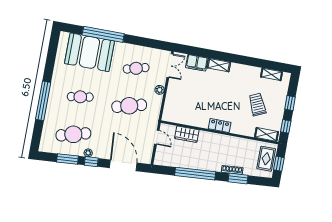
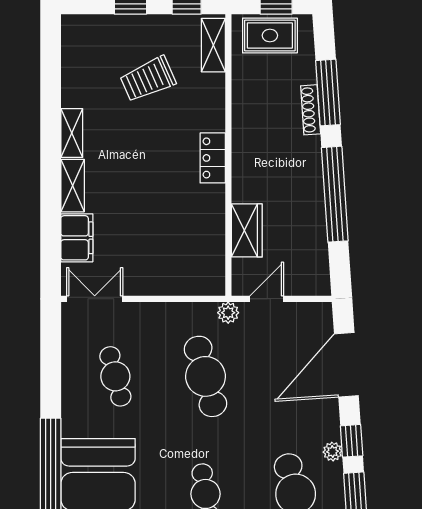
shelving: (272, 74) -> (72, 133), moved
plant: (160, 90) -> (228, 313), moved
window: (238, 178) -> (328, 93), width x1.44

